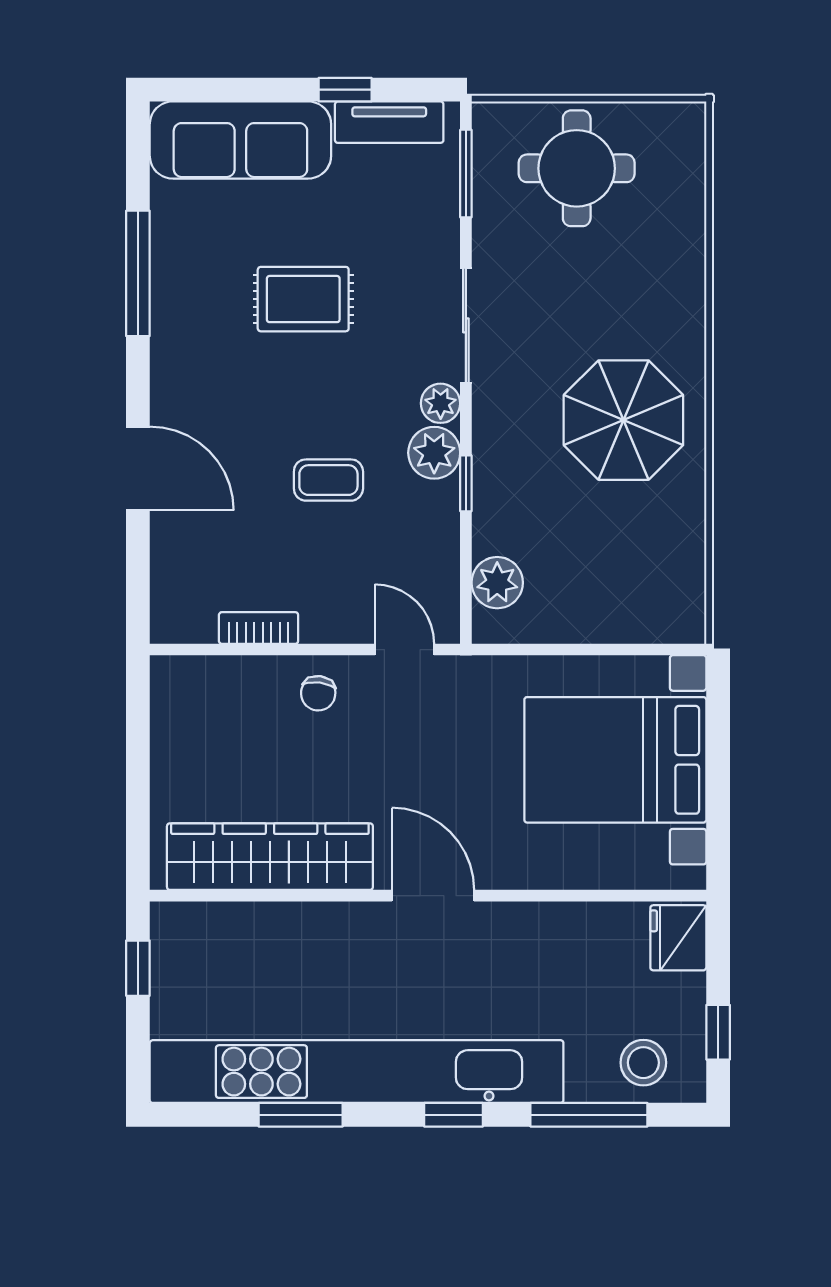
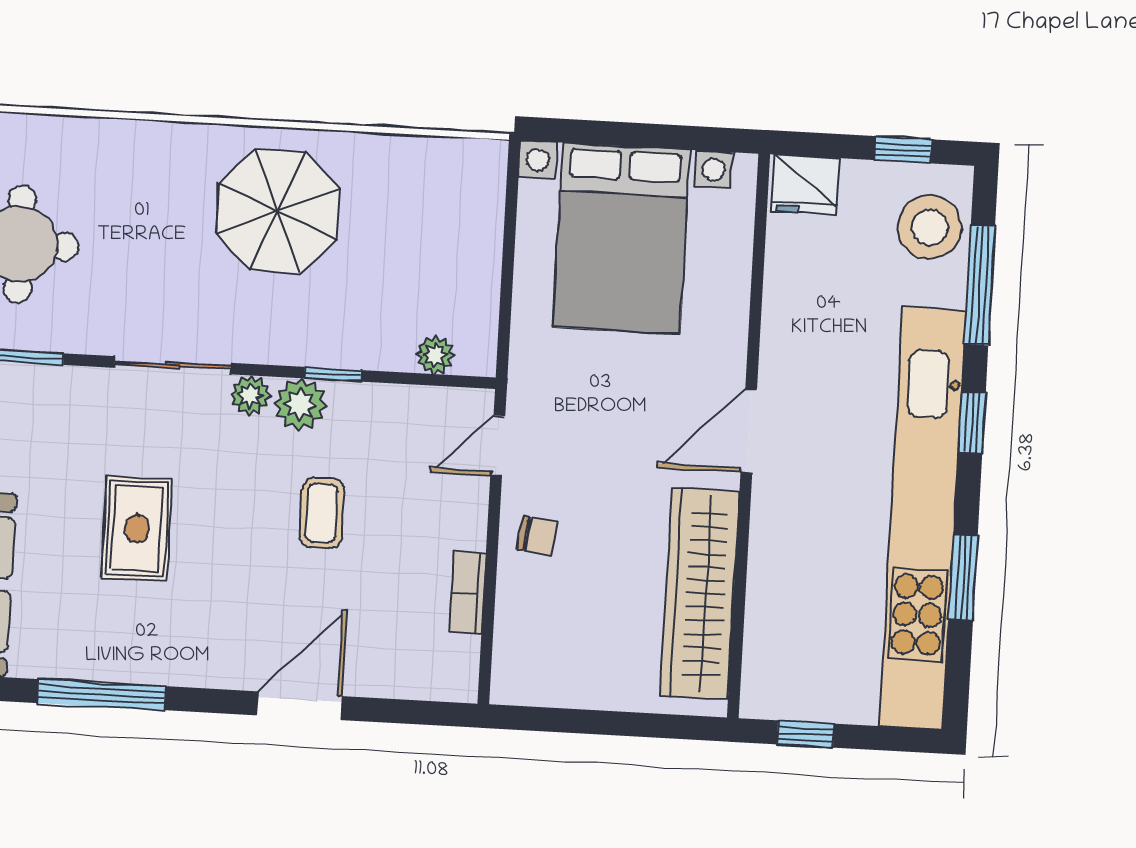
plant: (497, 583) -> (435, 355), width x0.73, depth x0.73
stool: (643, 1063) -> (930, 227), width x1.38, depth x1.38

